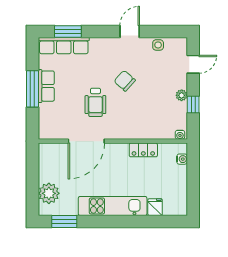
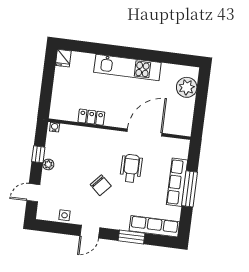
window: (68, 31) -> (131, 237), moved
row of seats: (46, 86) -> (177, 182), width x1.48
water cooler: (182, 159) -> (56, 104), removed
fridge: (155, 207) -> (63, 58), moved
window: (64, 221) -> (175, 59), removed

